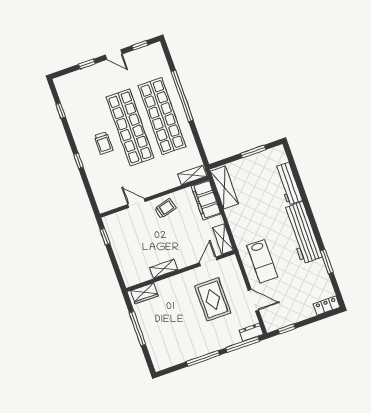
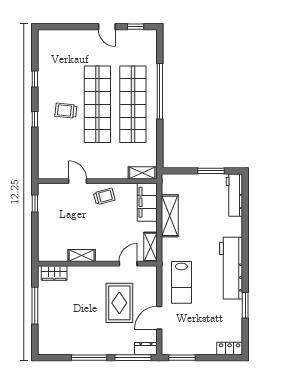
window: (87, 64) -> (77, 27), removed
window: (61, 111) -> (35, 79), moved
trolley: (104, 143) -> (66, 111), turned 96
workbench: (288, 184) -> (234, 195), moved
shelving: (224, 187) -> (170, 216), moved
door: (253, 300) -> (159, 318), swing flipped
window: (287, 329) -> (182, 358), width x1.50

